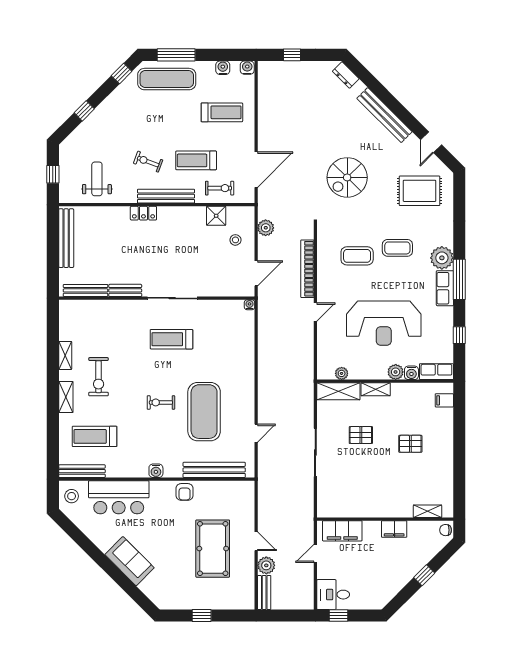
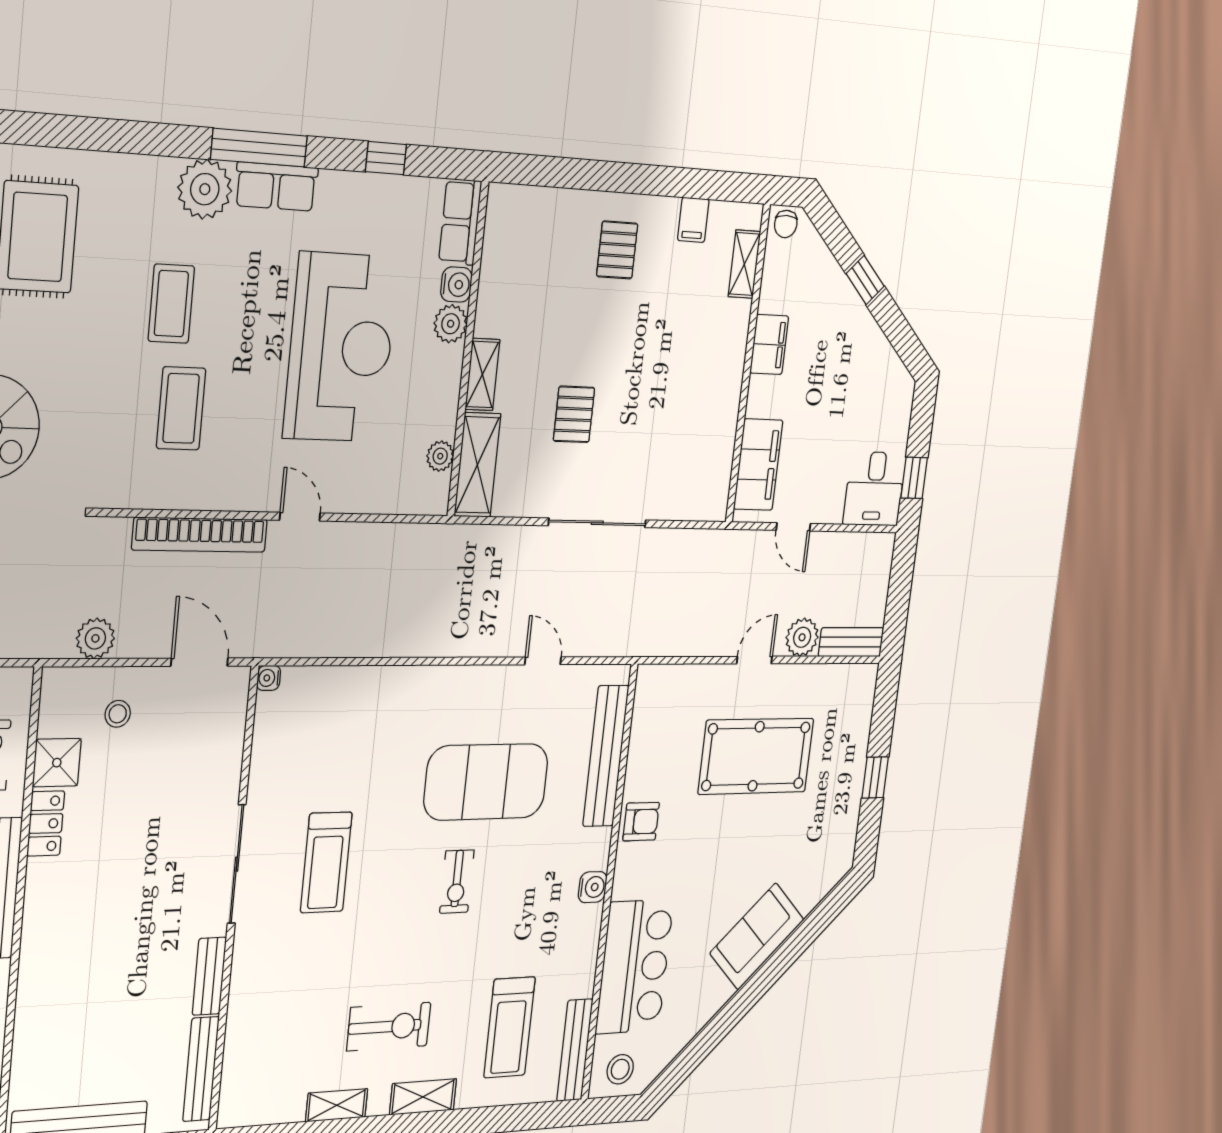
locker: (143, 213) -> (46, 823), moved
filing cabinet: (444, 400) -> (693, 220), moved
pallet: (410, 444) -> (617, 250), moved

